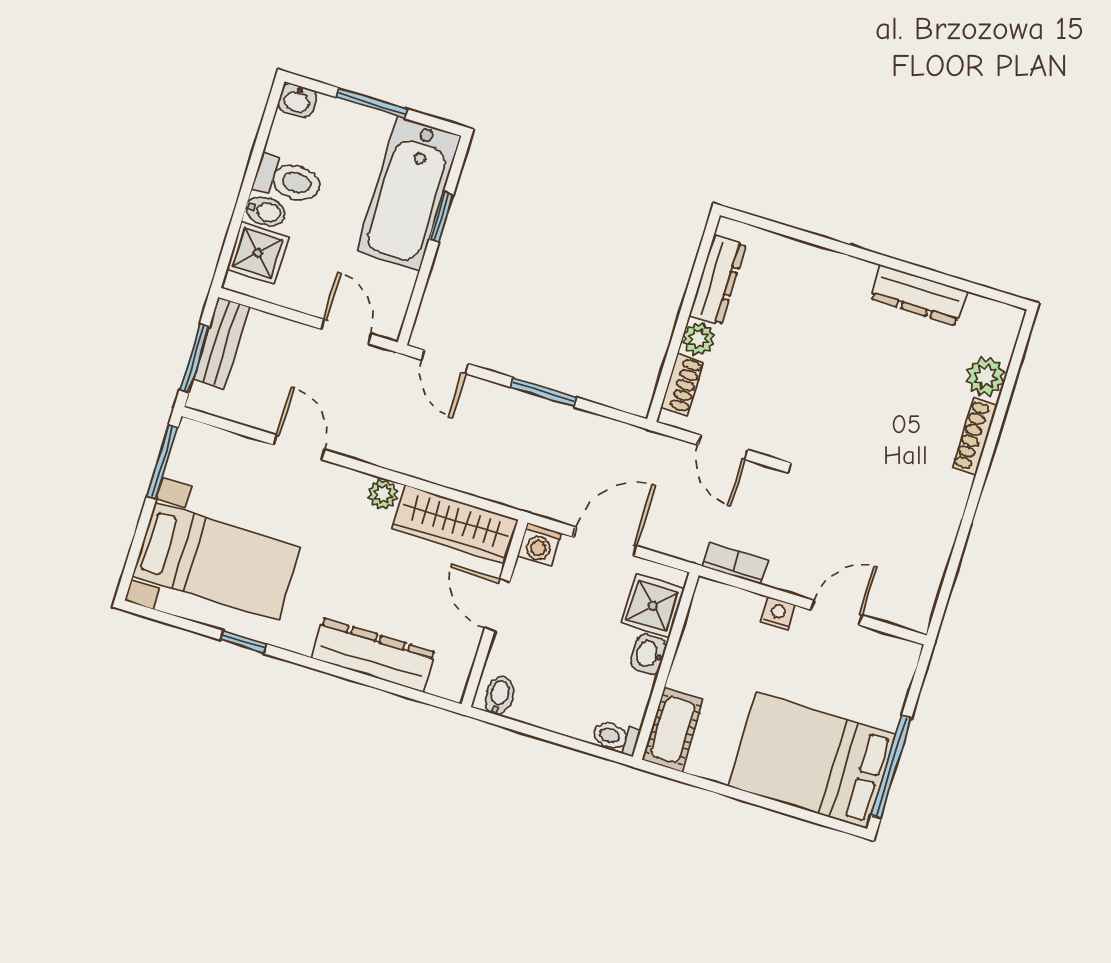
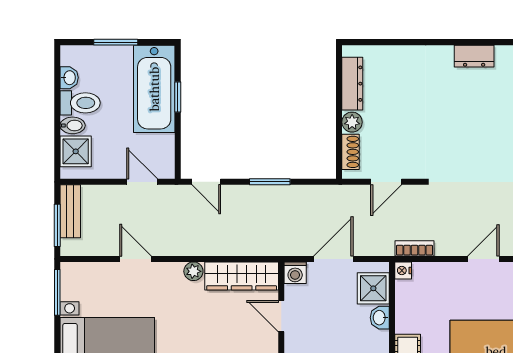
washbasin: (297, 100) -> (69, 78), moved, turned -90
dresser: (919, 295) -> (474, 56), width x0.70
door: (723, 447) -> (386, 182), hinge flipped
nightstand: (778, 613) -> (403, 270), moved, turned -90

